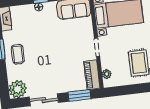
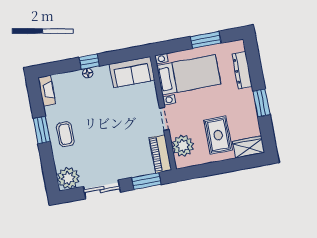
plant: (107, 74) -> (183, 146), width x1.88, depth x1.88

